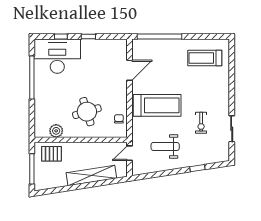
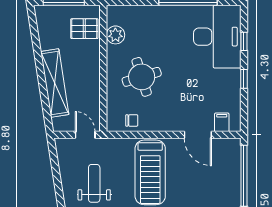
filing cabinet: (120, 53) -> (222, 122), added
pallet: (51, 154) -> (84, 29), turned 90

